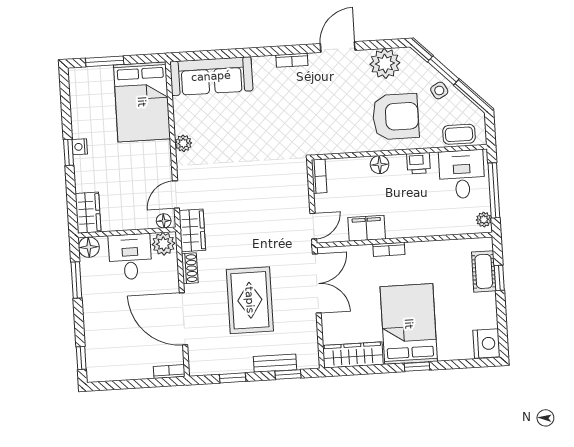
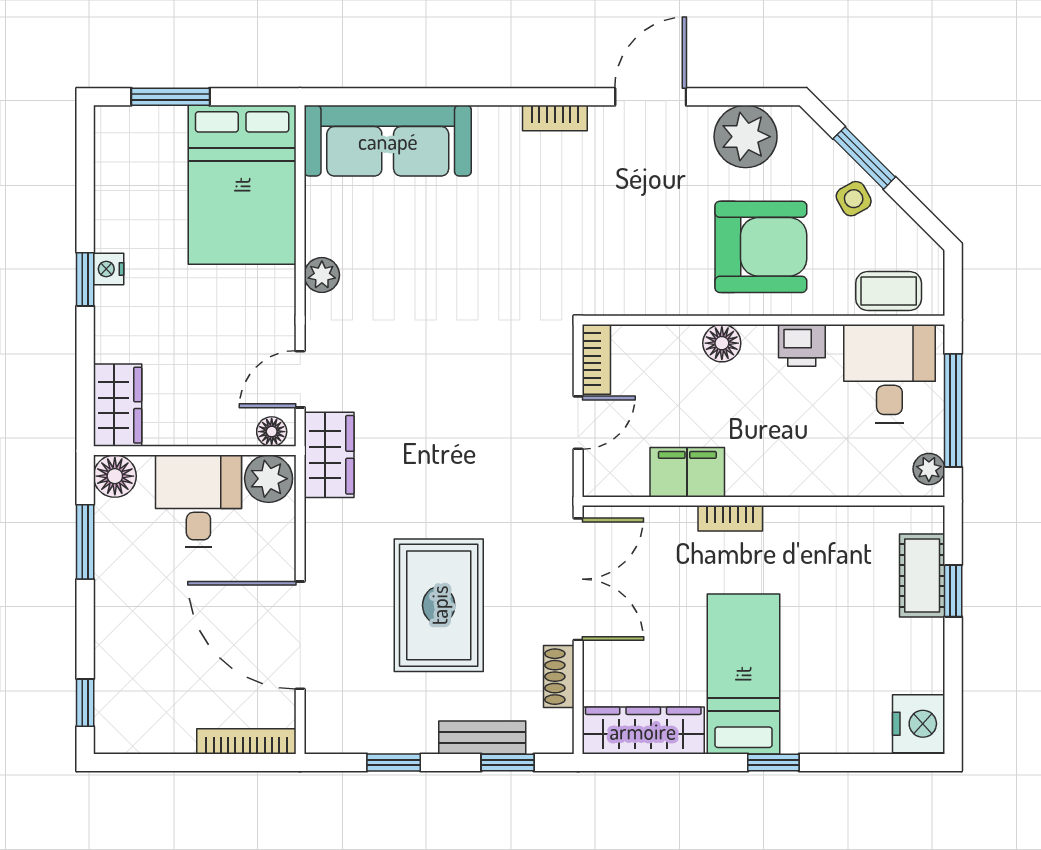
door: (313, 226) -> (578, 423), moved
shoe rack: (190, 268) -> (559, 677), moved, turned 180
bed: (409, 324) -> (743, 674), width x0.67
bookcase: (169, 371) -> (246, 741), width x1.56

